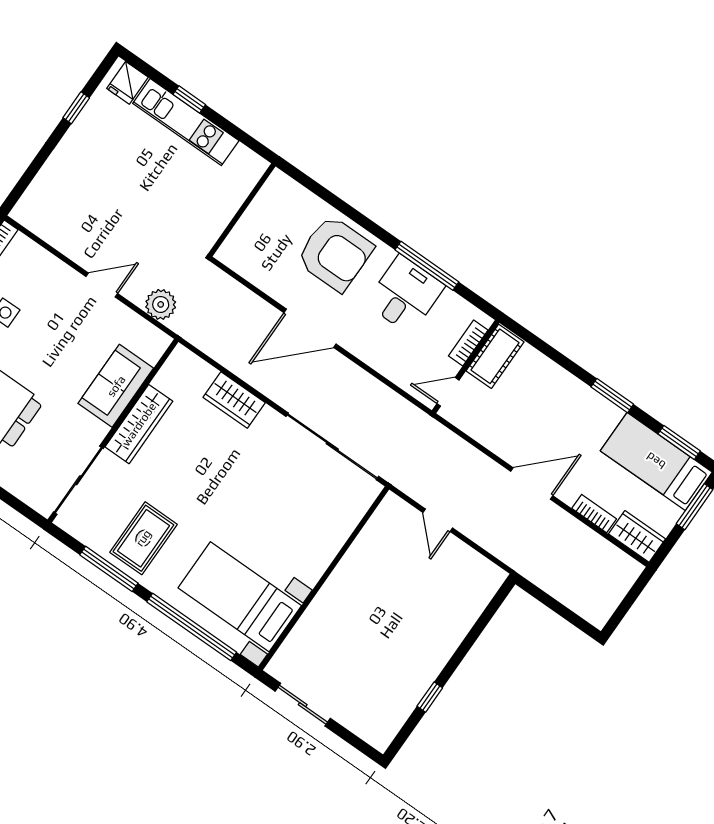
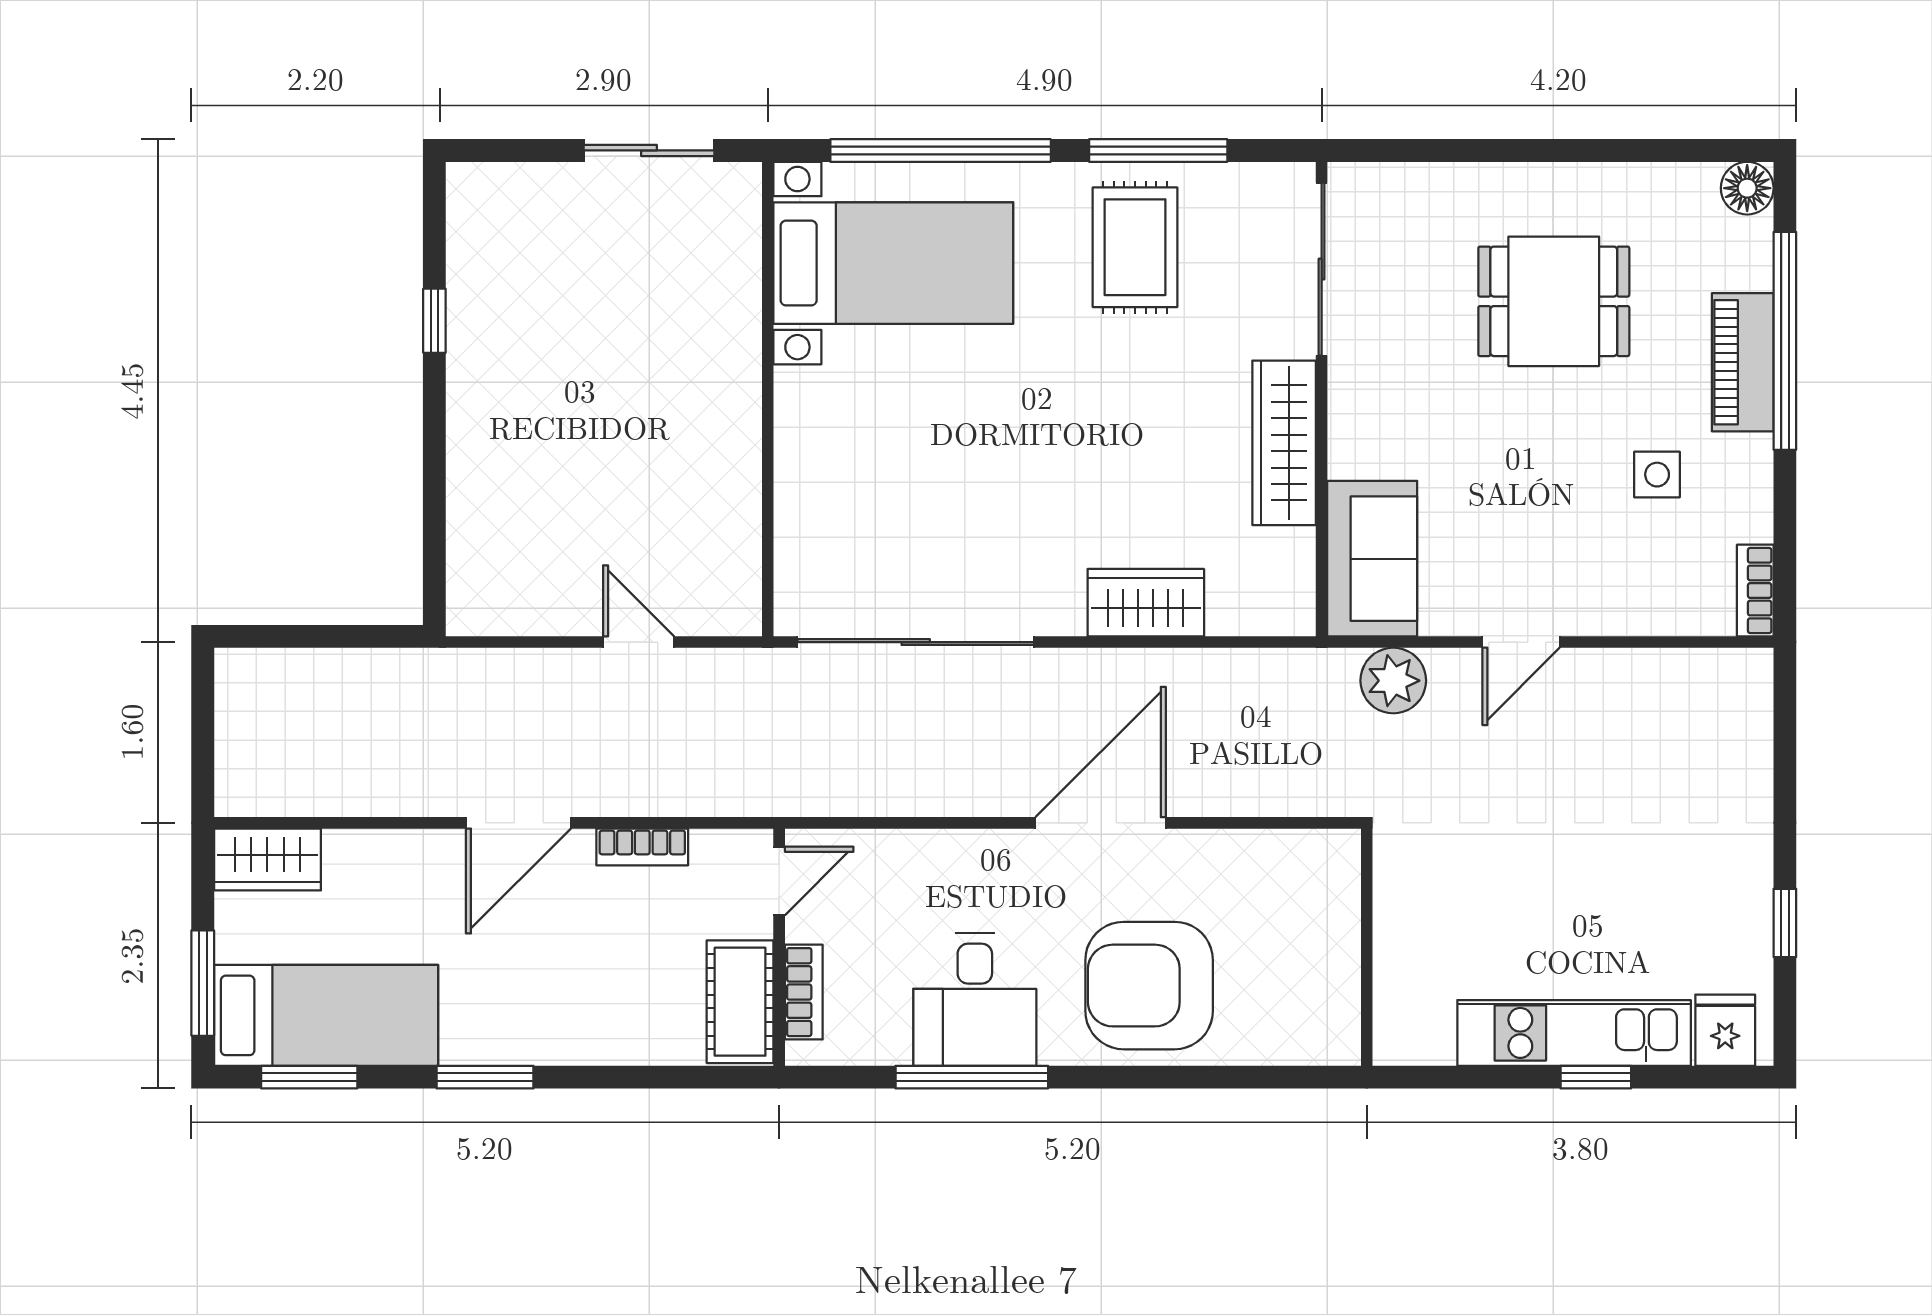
sofa: (116, 386) -> (1372, 559), moved
bookcase: (594, 514) -> (642, 847), moved

